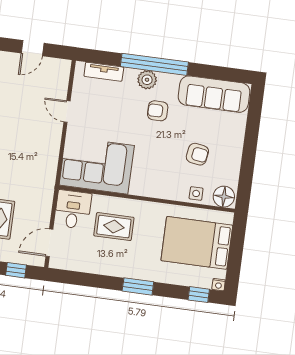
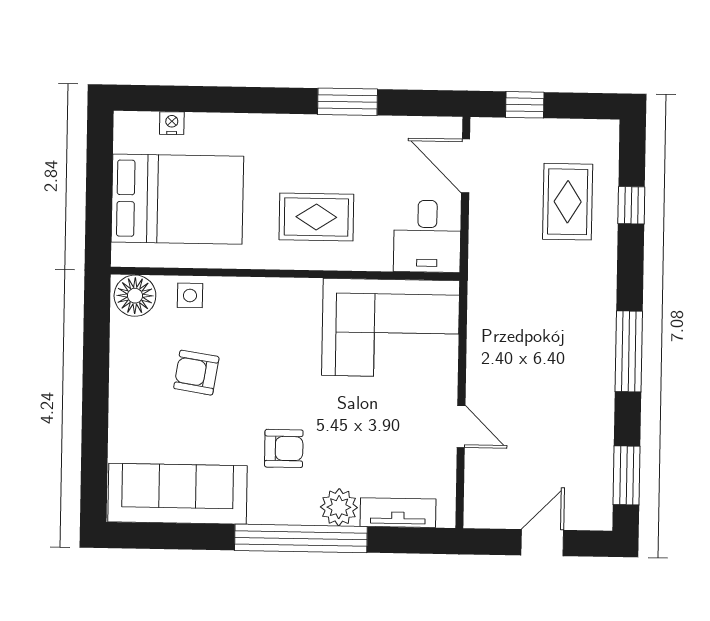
plant: (147, 80) -> (339, 507), moved
rug: (114, 227) -> (316, 217), moved
door: (49, 243) -> (466, 166), swing flipped
nightstand: (219, 285) -> (172, 123), moved
window: (138, 286) -> (347, 102), moved
window: (199, 295) -> (162, 98), removed

